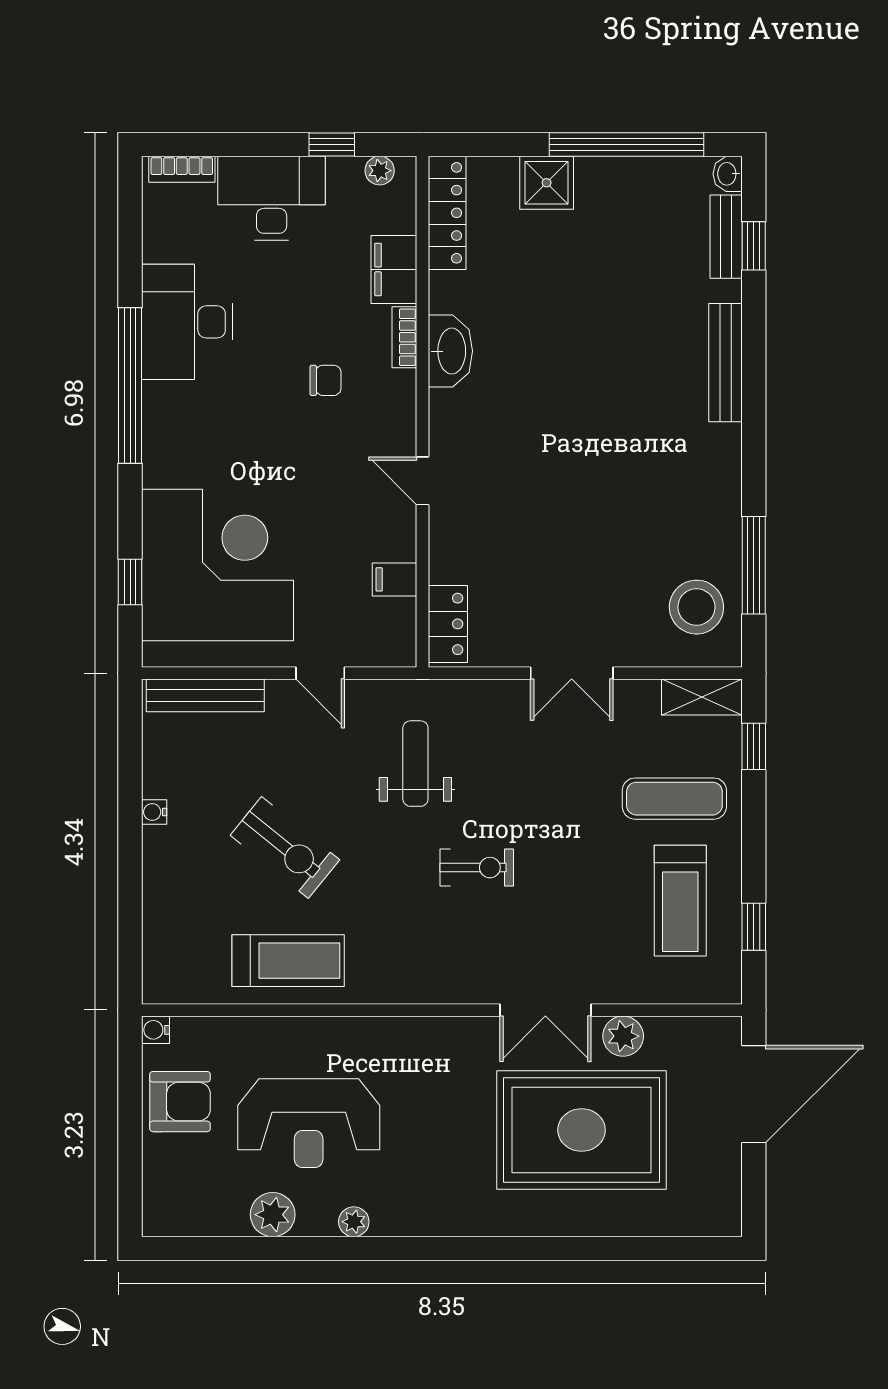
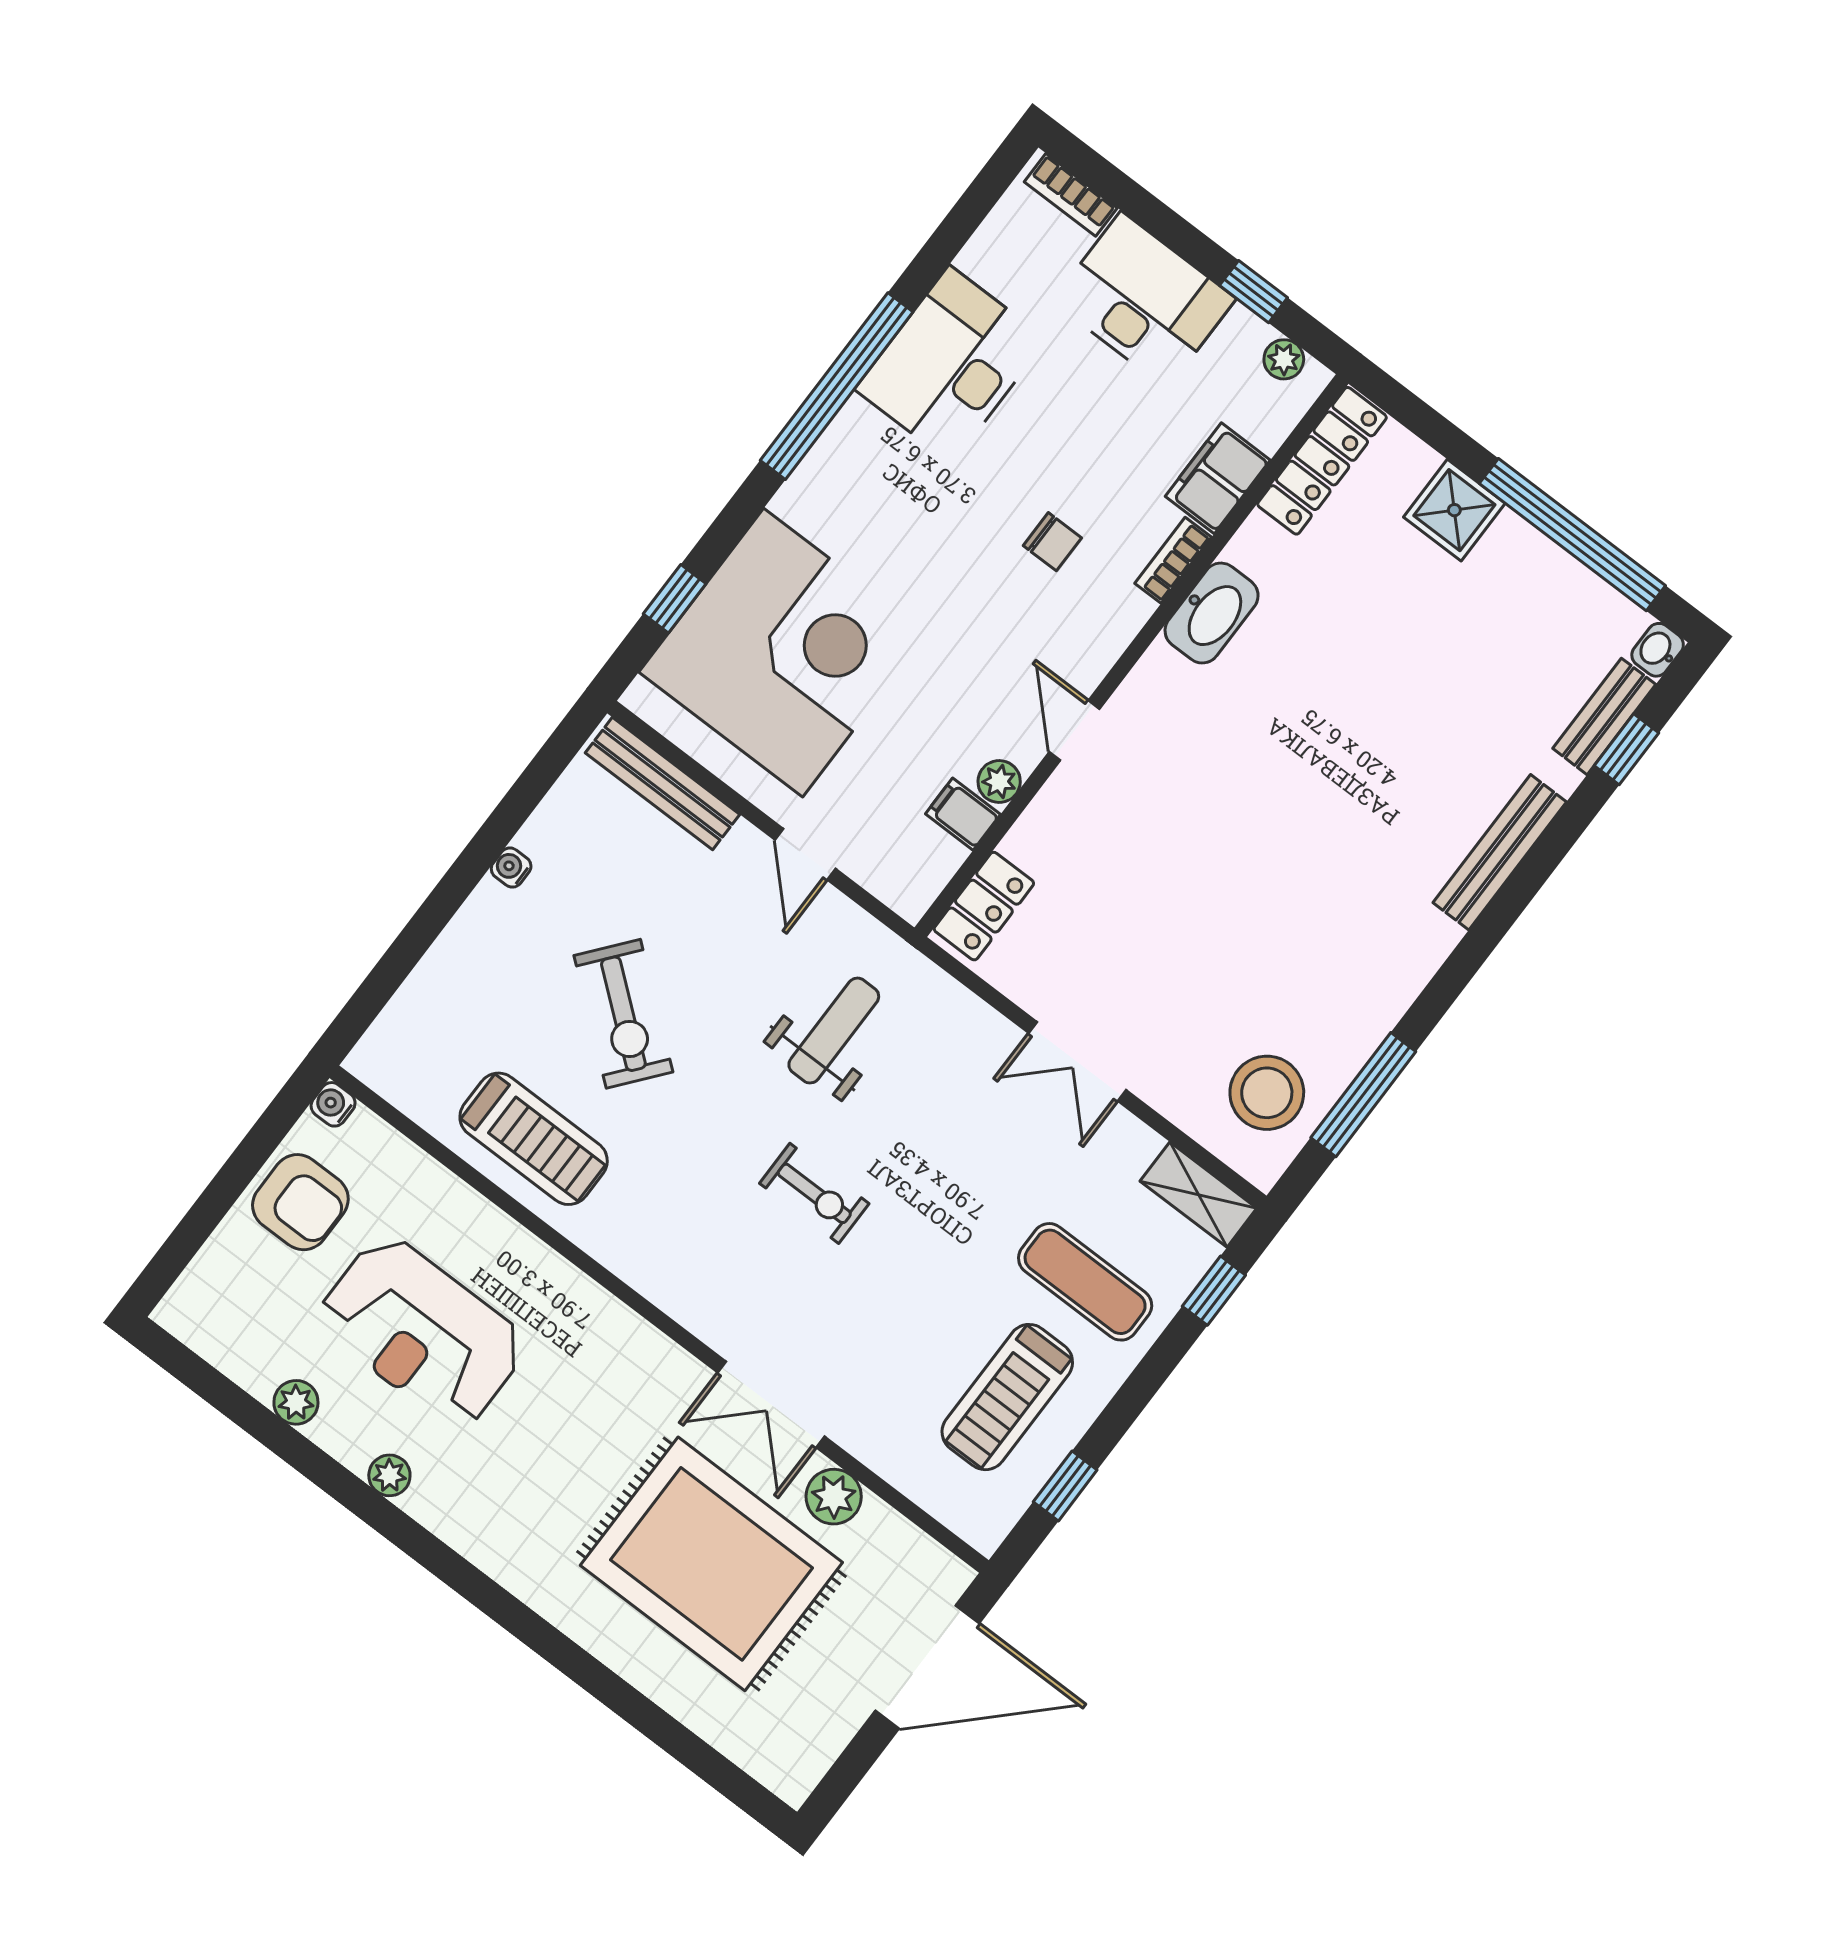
plant: (401, 544) -> (999, 782), added
plant: (273, 1215) -> (296, 1402), width x0.73, depth x0.73

